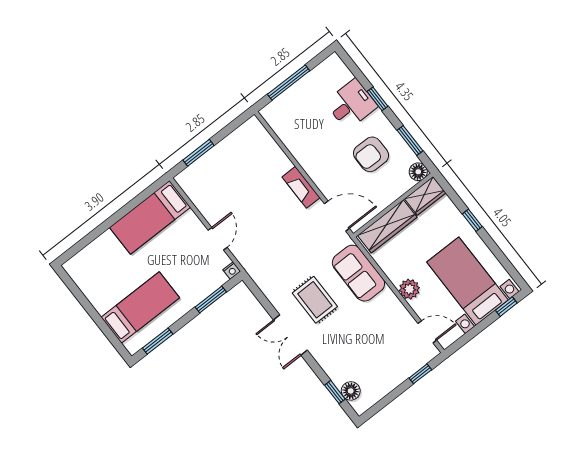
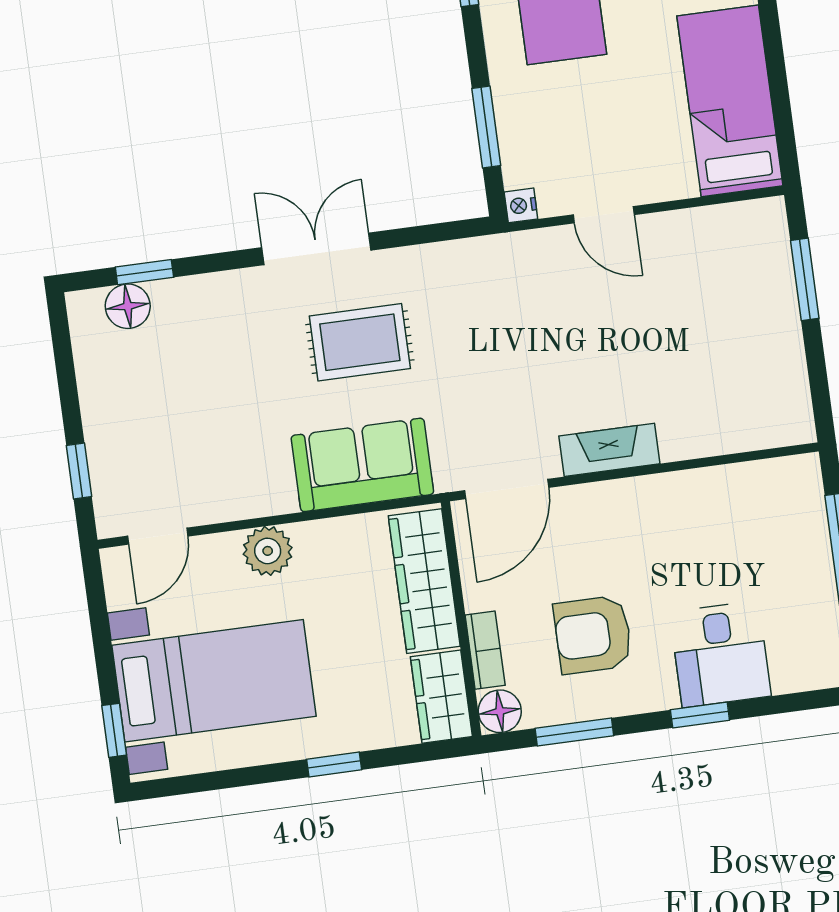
armchair: (371, 154) -> (593, 635), turned -90
bookcase: (399, 190) -> (485, 650), added

